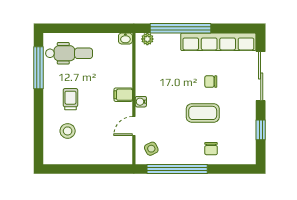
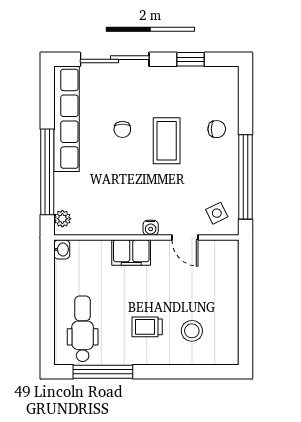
filing cabinet: (123, 95) -> (131, 253), width x2.00

